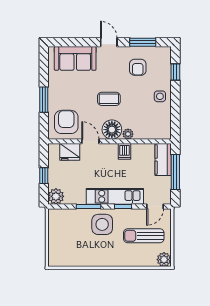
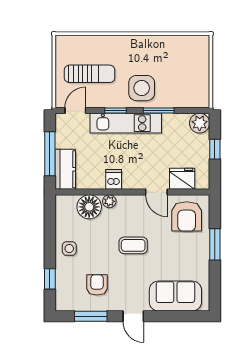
floor lamp: (112, 130) -> (89, 207), moved
plant: (164, 260) -> (64, 44), removed

